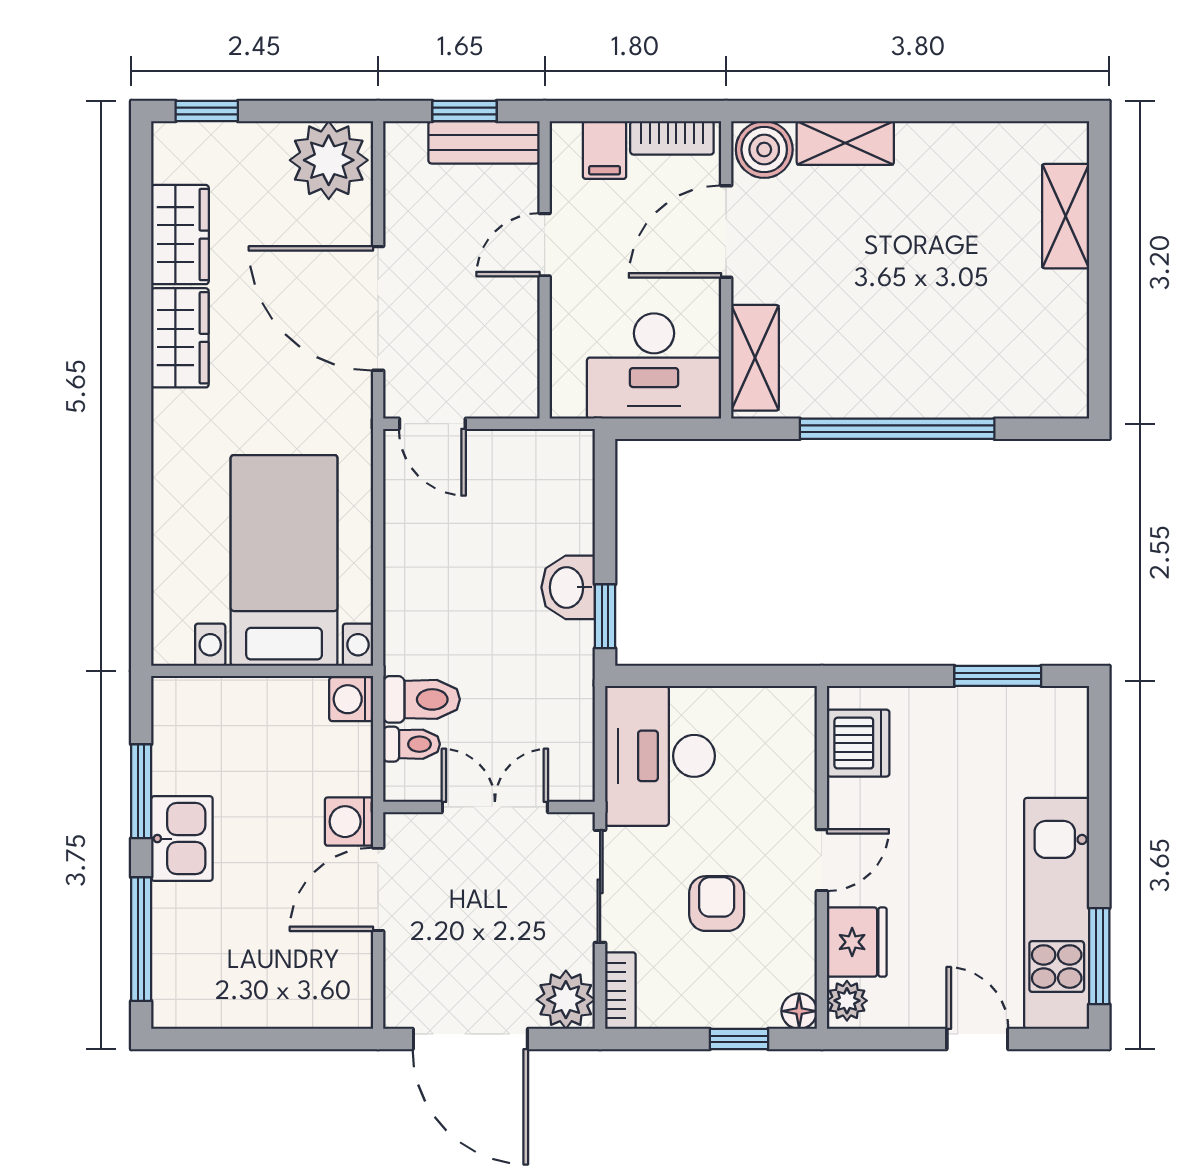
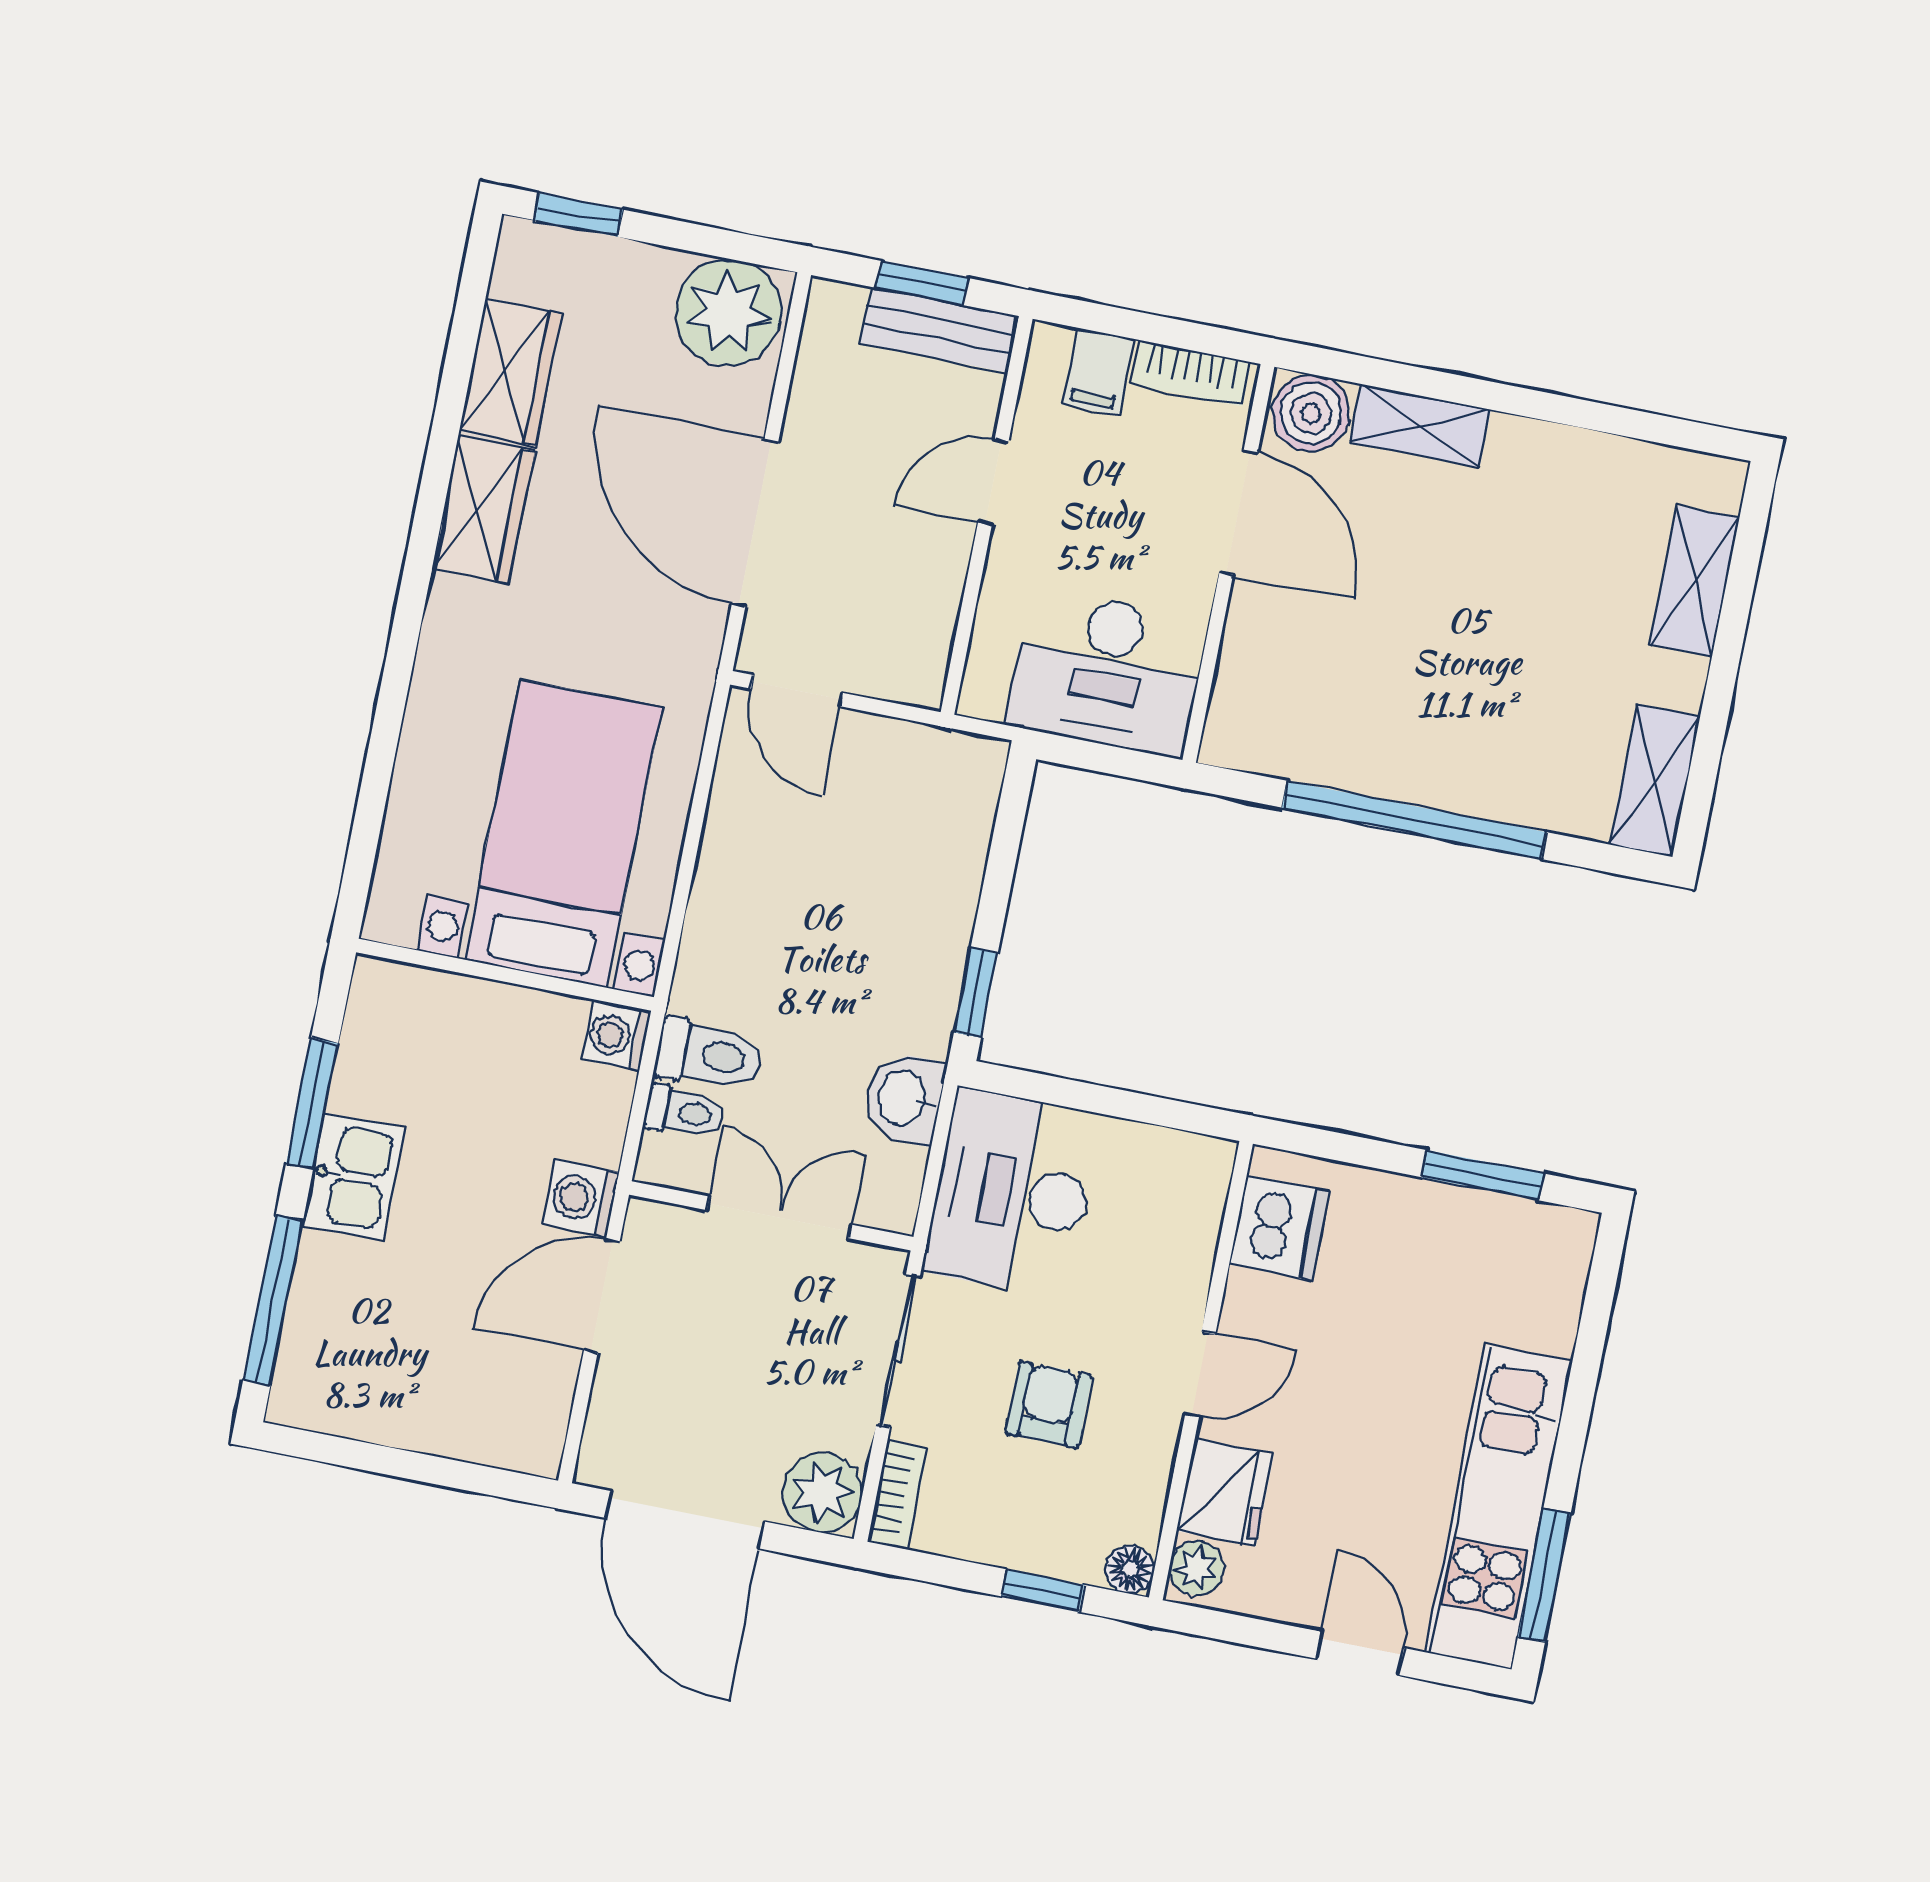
door: (726, 232) -> (1238, 512), swing flipped
shelving: (755, 358) -> (1655, 780), moved
washbasin: (568, 587) -> (904, 1098), moved

